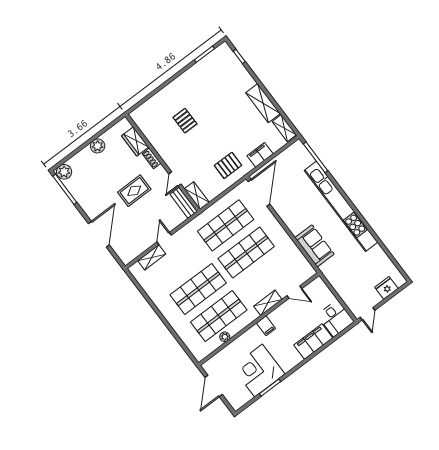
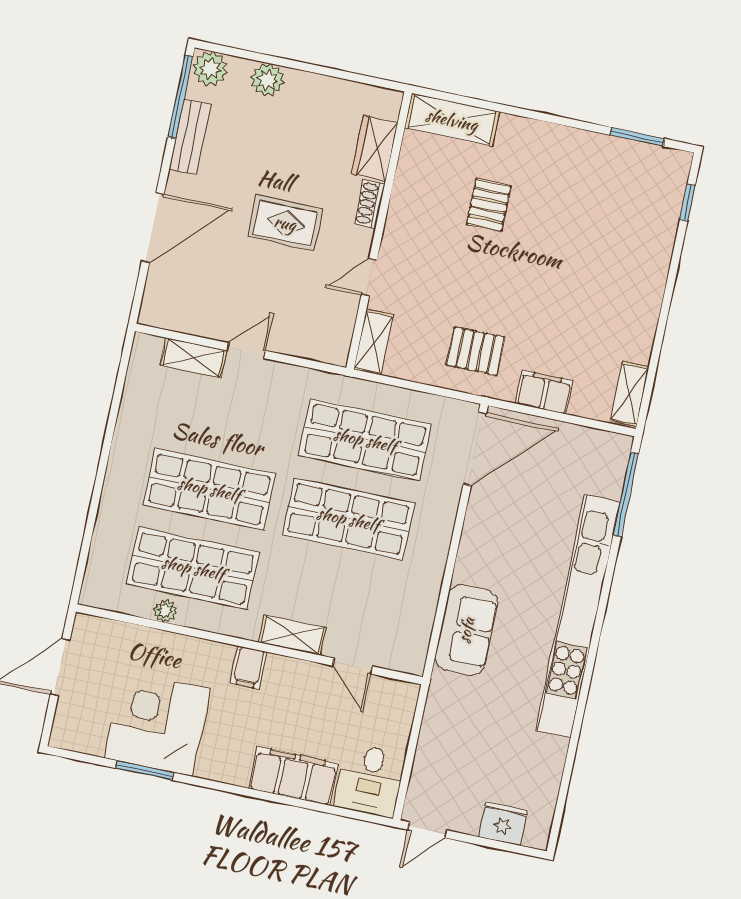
shelving: (263, 103) -> (452, 120), moved, turned 90
plant: (98, 146) -> (267, 80), moved
bench: (184, 203) -> (190, 137), moved

